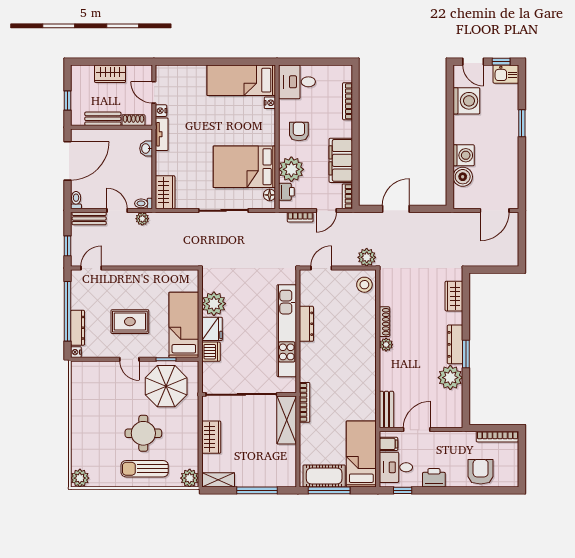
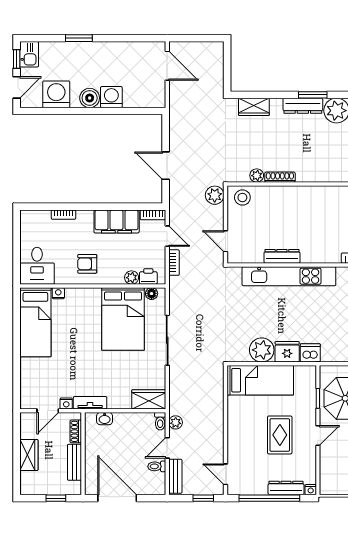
bookcase: (347, 101) -> (63, 215), width x0.64
plant: (291, 169) -> (132, 278), width x0.53, depth x0.53
boiler: (463, 177) -> (90, 98), moved
toilet: (76, 200) -> (157, 466), moved
bed: (184, 325) -> (260, 380), moved, turned 180
plant: (386, 345) -> (257, 176), moved

